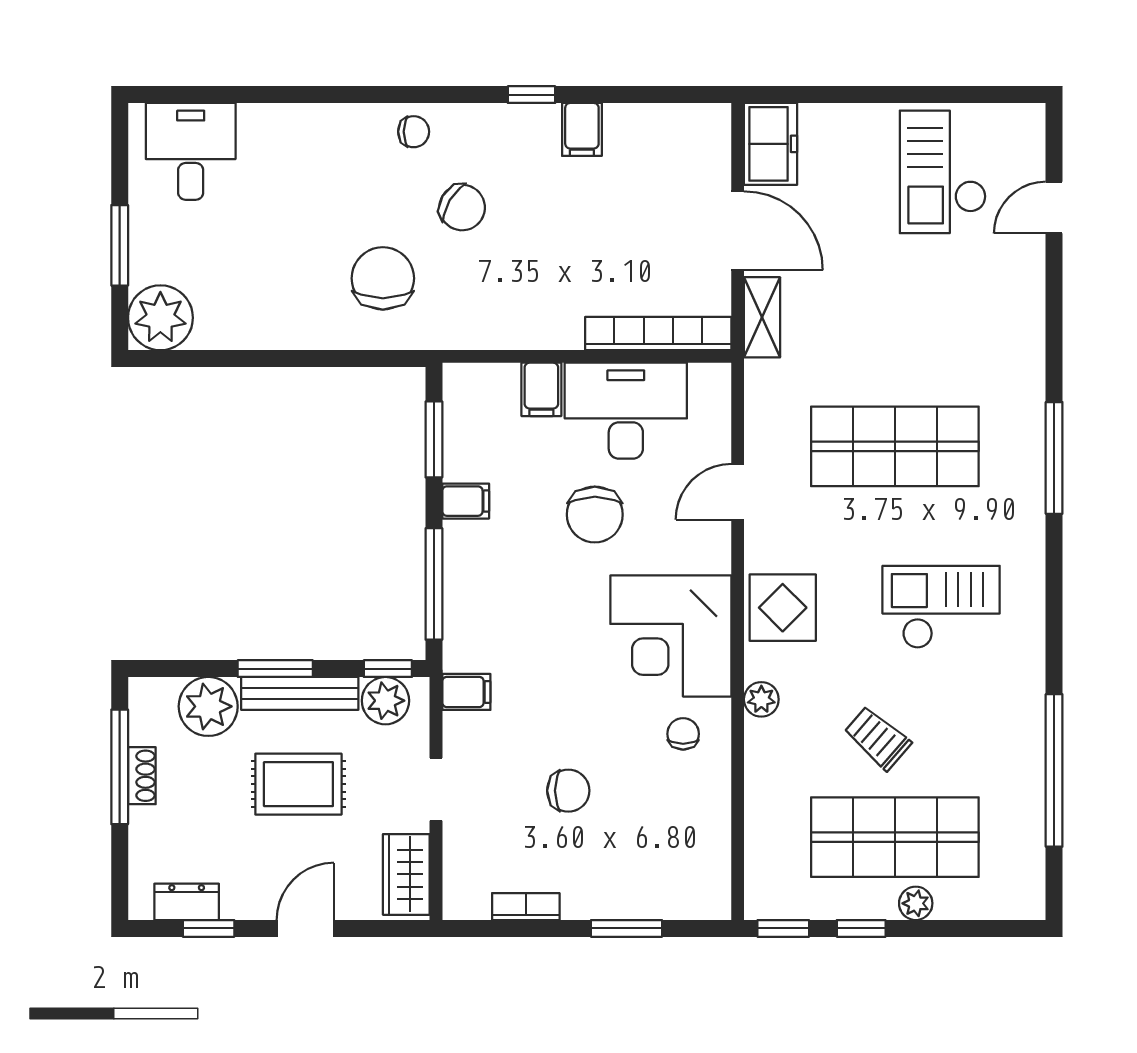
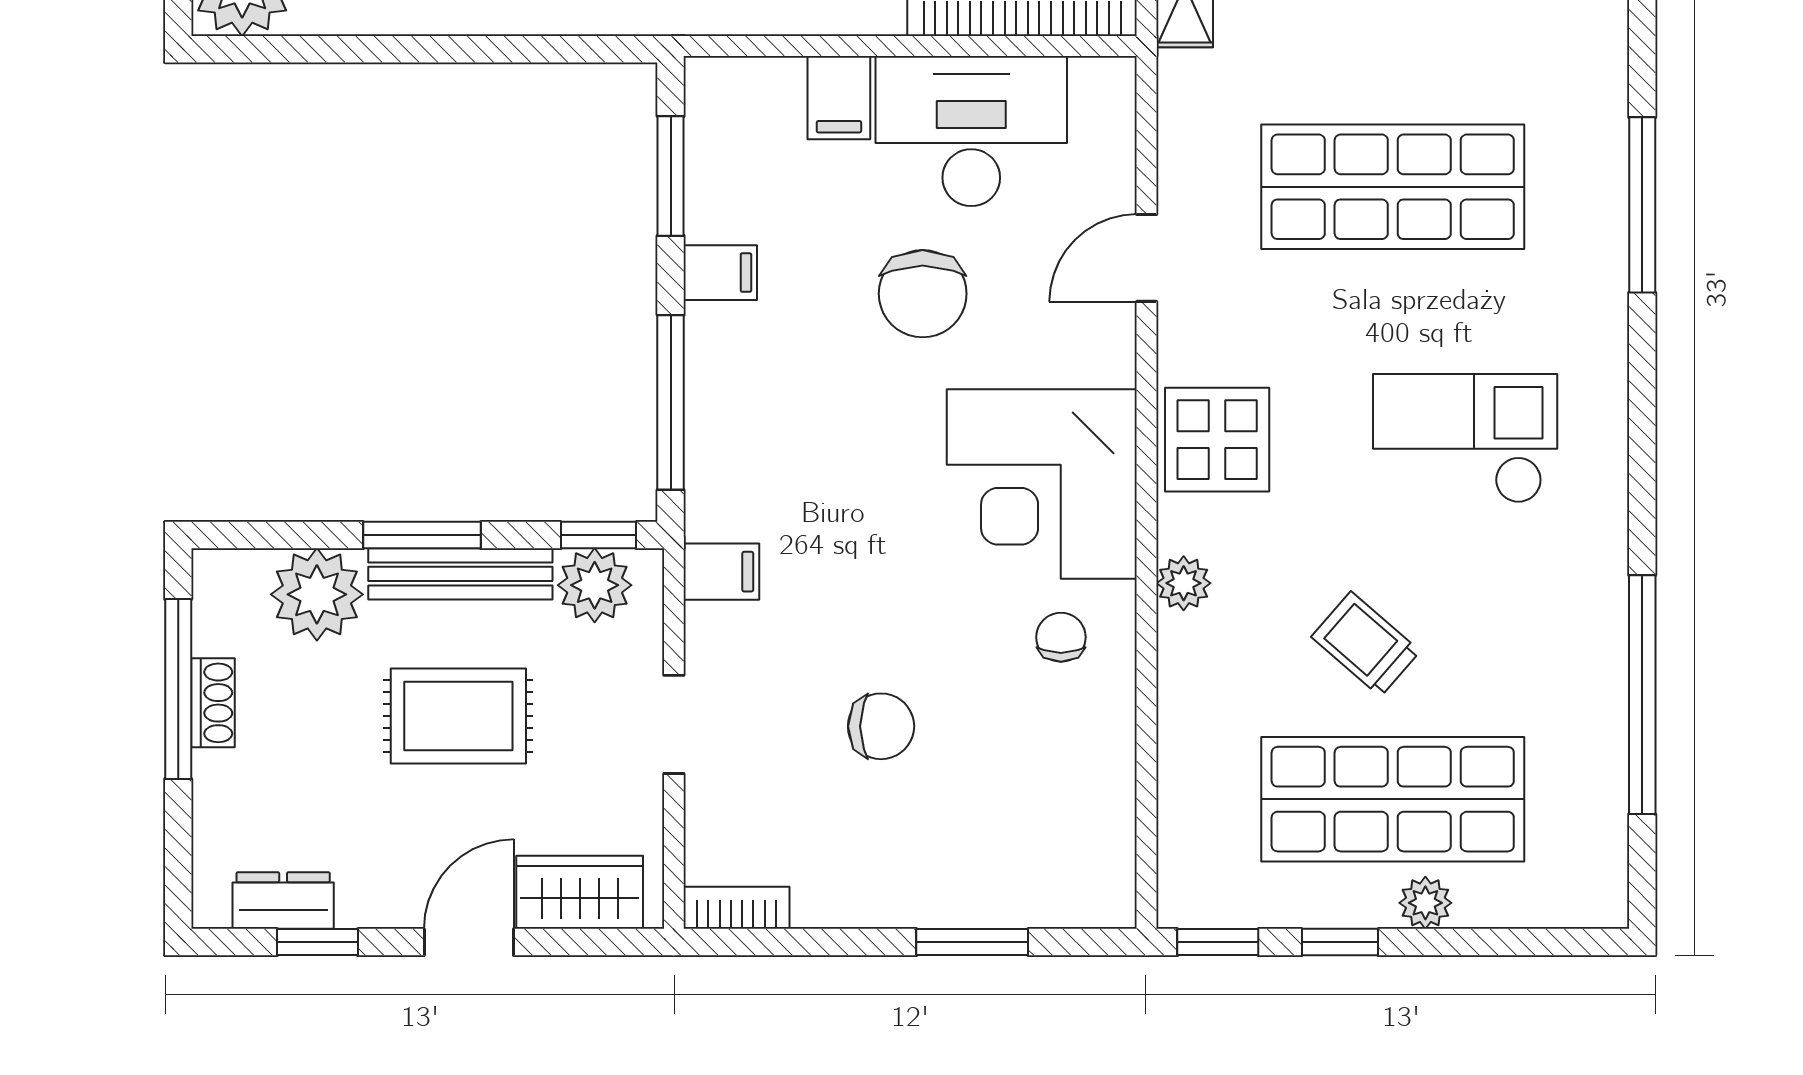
wardrobe: (406, 874) -> (580, 892), moved, turned 90
bookcase: (526, 907) -> (737, 908), moved

